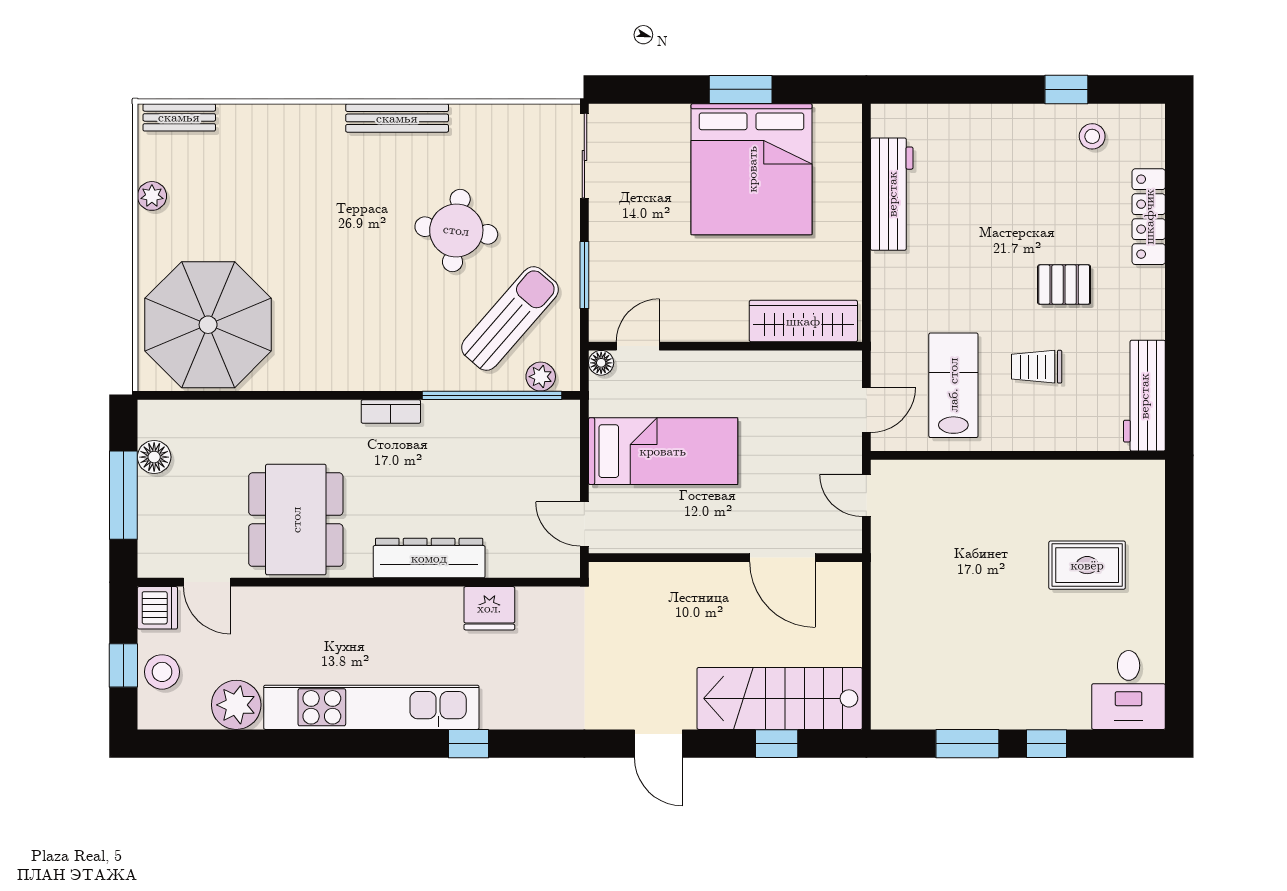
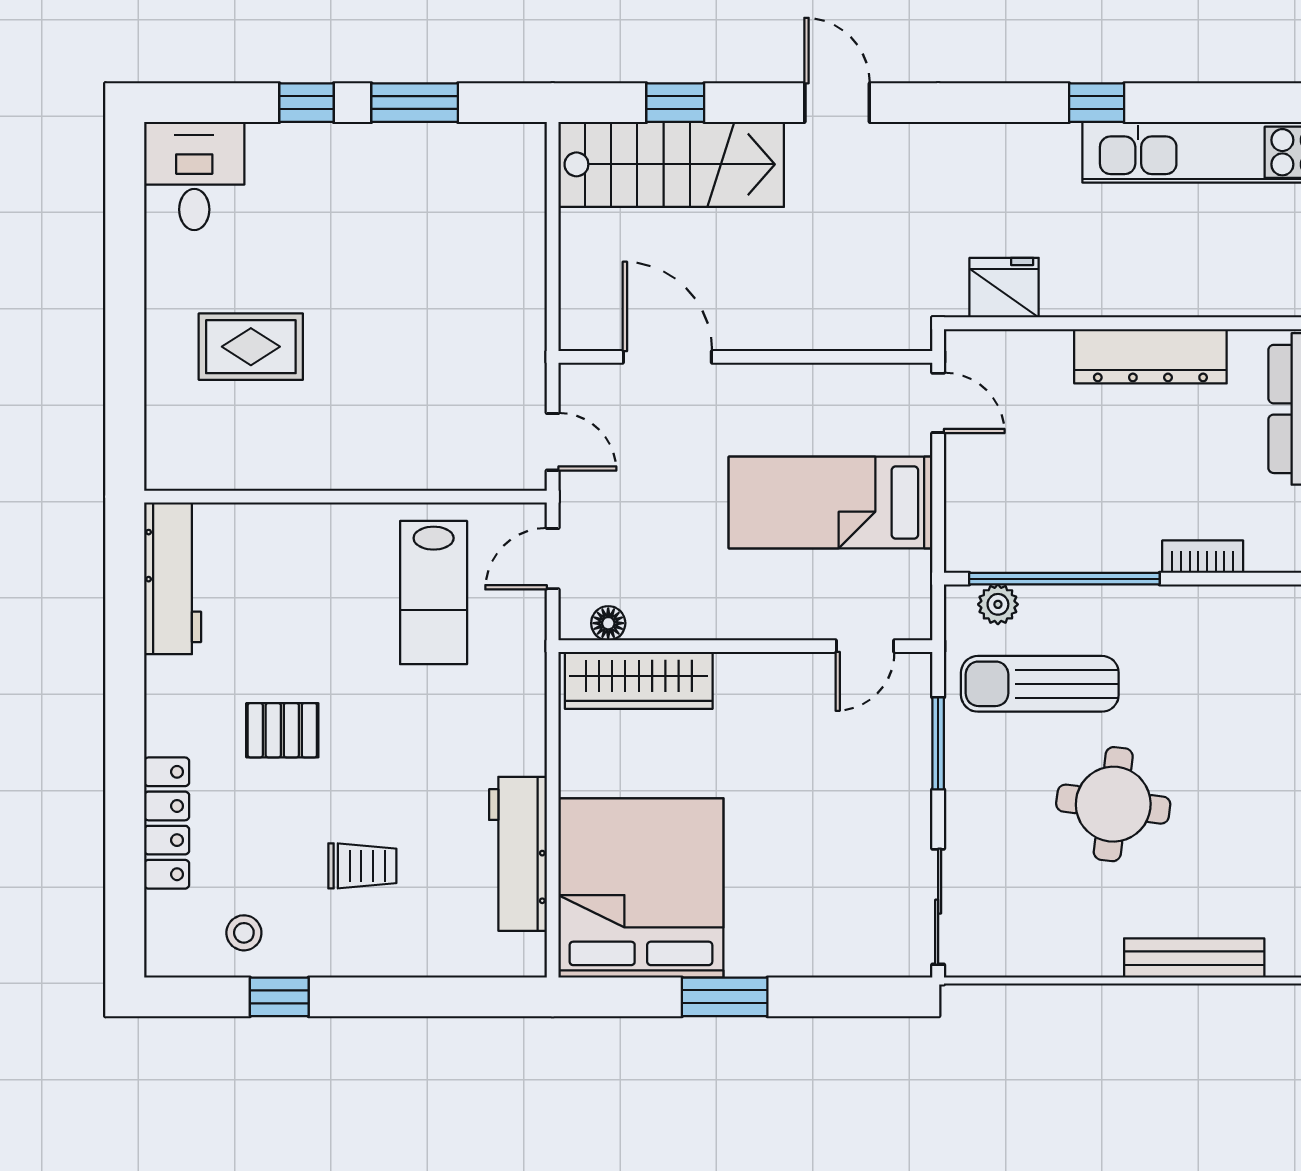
bed: (752, 169) -> (641, 888), moved
sun lounger: (510, 319) -> (1040, 684), turned 49
floor lamp: (601, 363) -> (608, 623), moved
trolley: (1037, 367) -> (362, 866), moved
fridge: (489, 608) -> (1004, 288), moved

